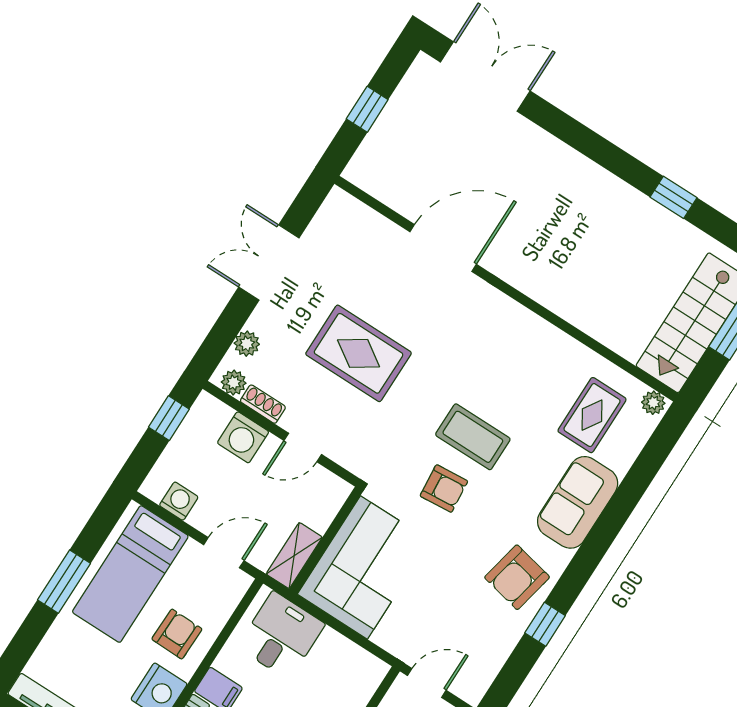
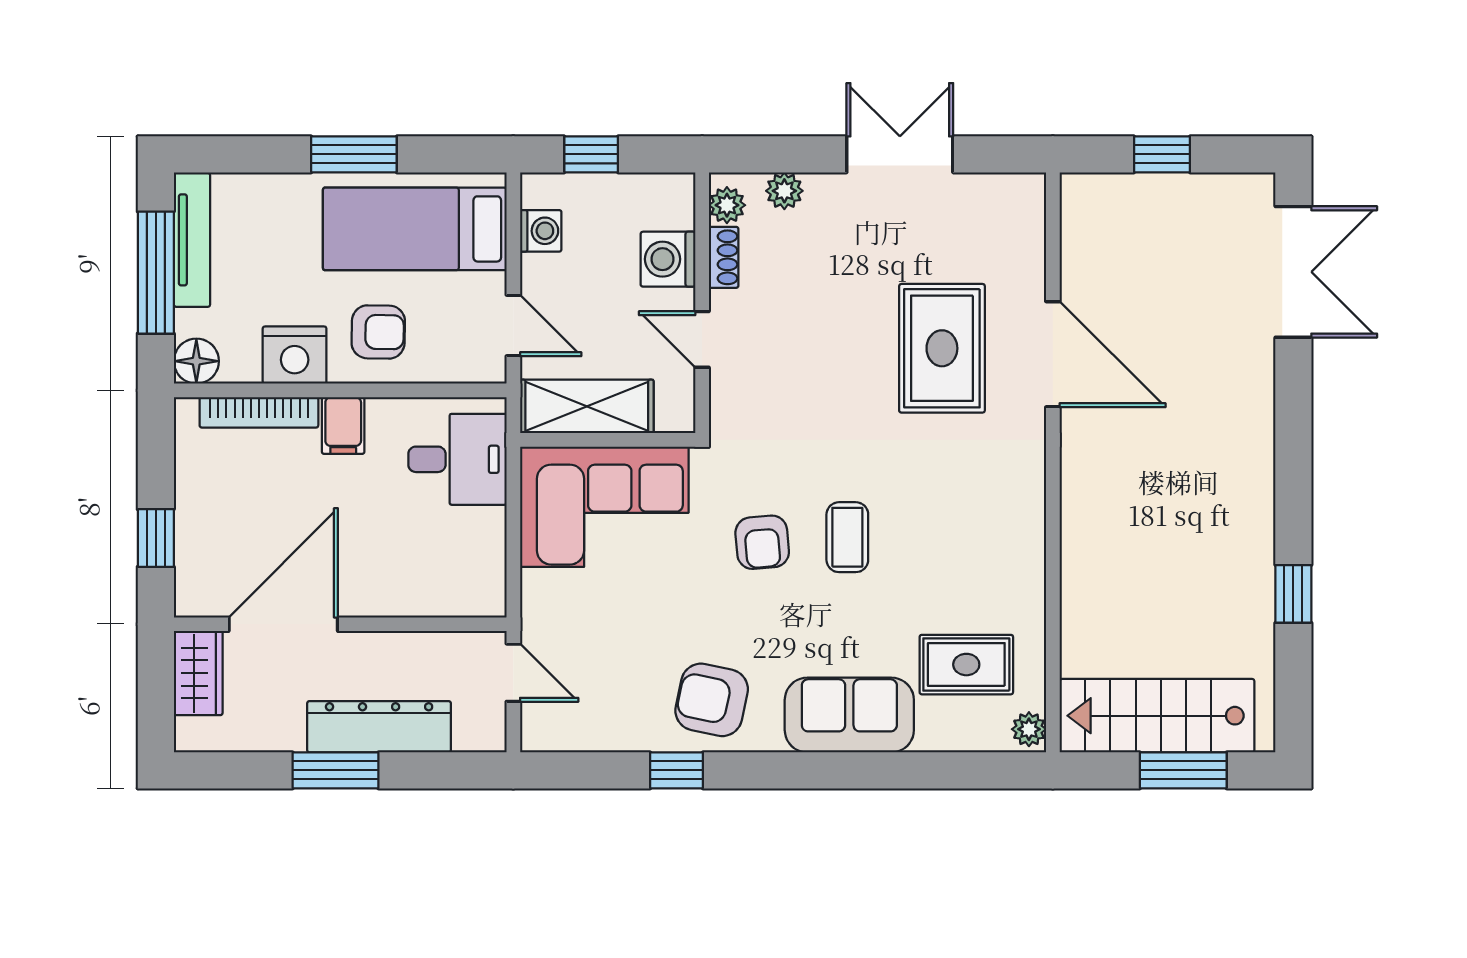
rug: (359, 353) -> (942, 348), moved
window: (169, 418) -> (591, 154), moved
coffee table: (473, 437) -> (847, 537), width x0.73, depth x0.77
shelving: (294, 556) -> (587, 406), width x1.50, depth x1.33

